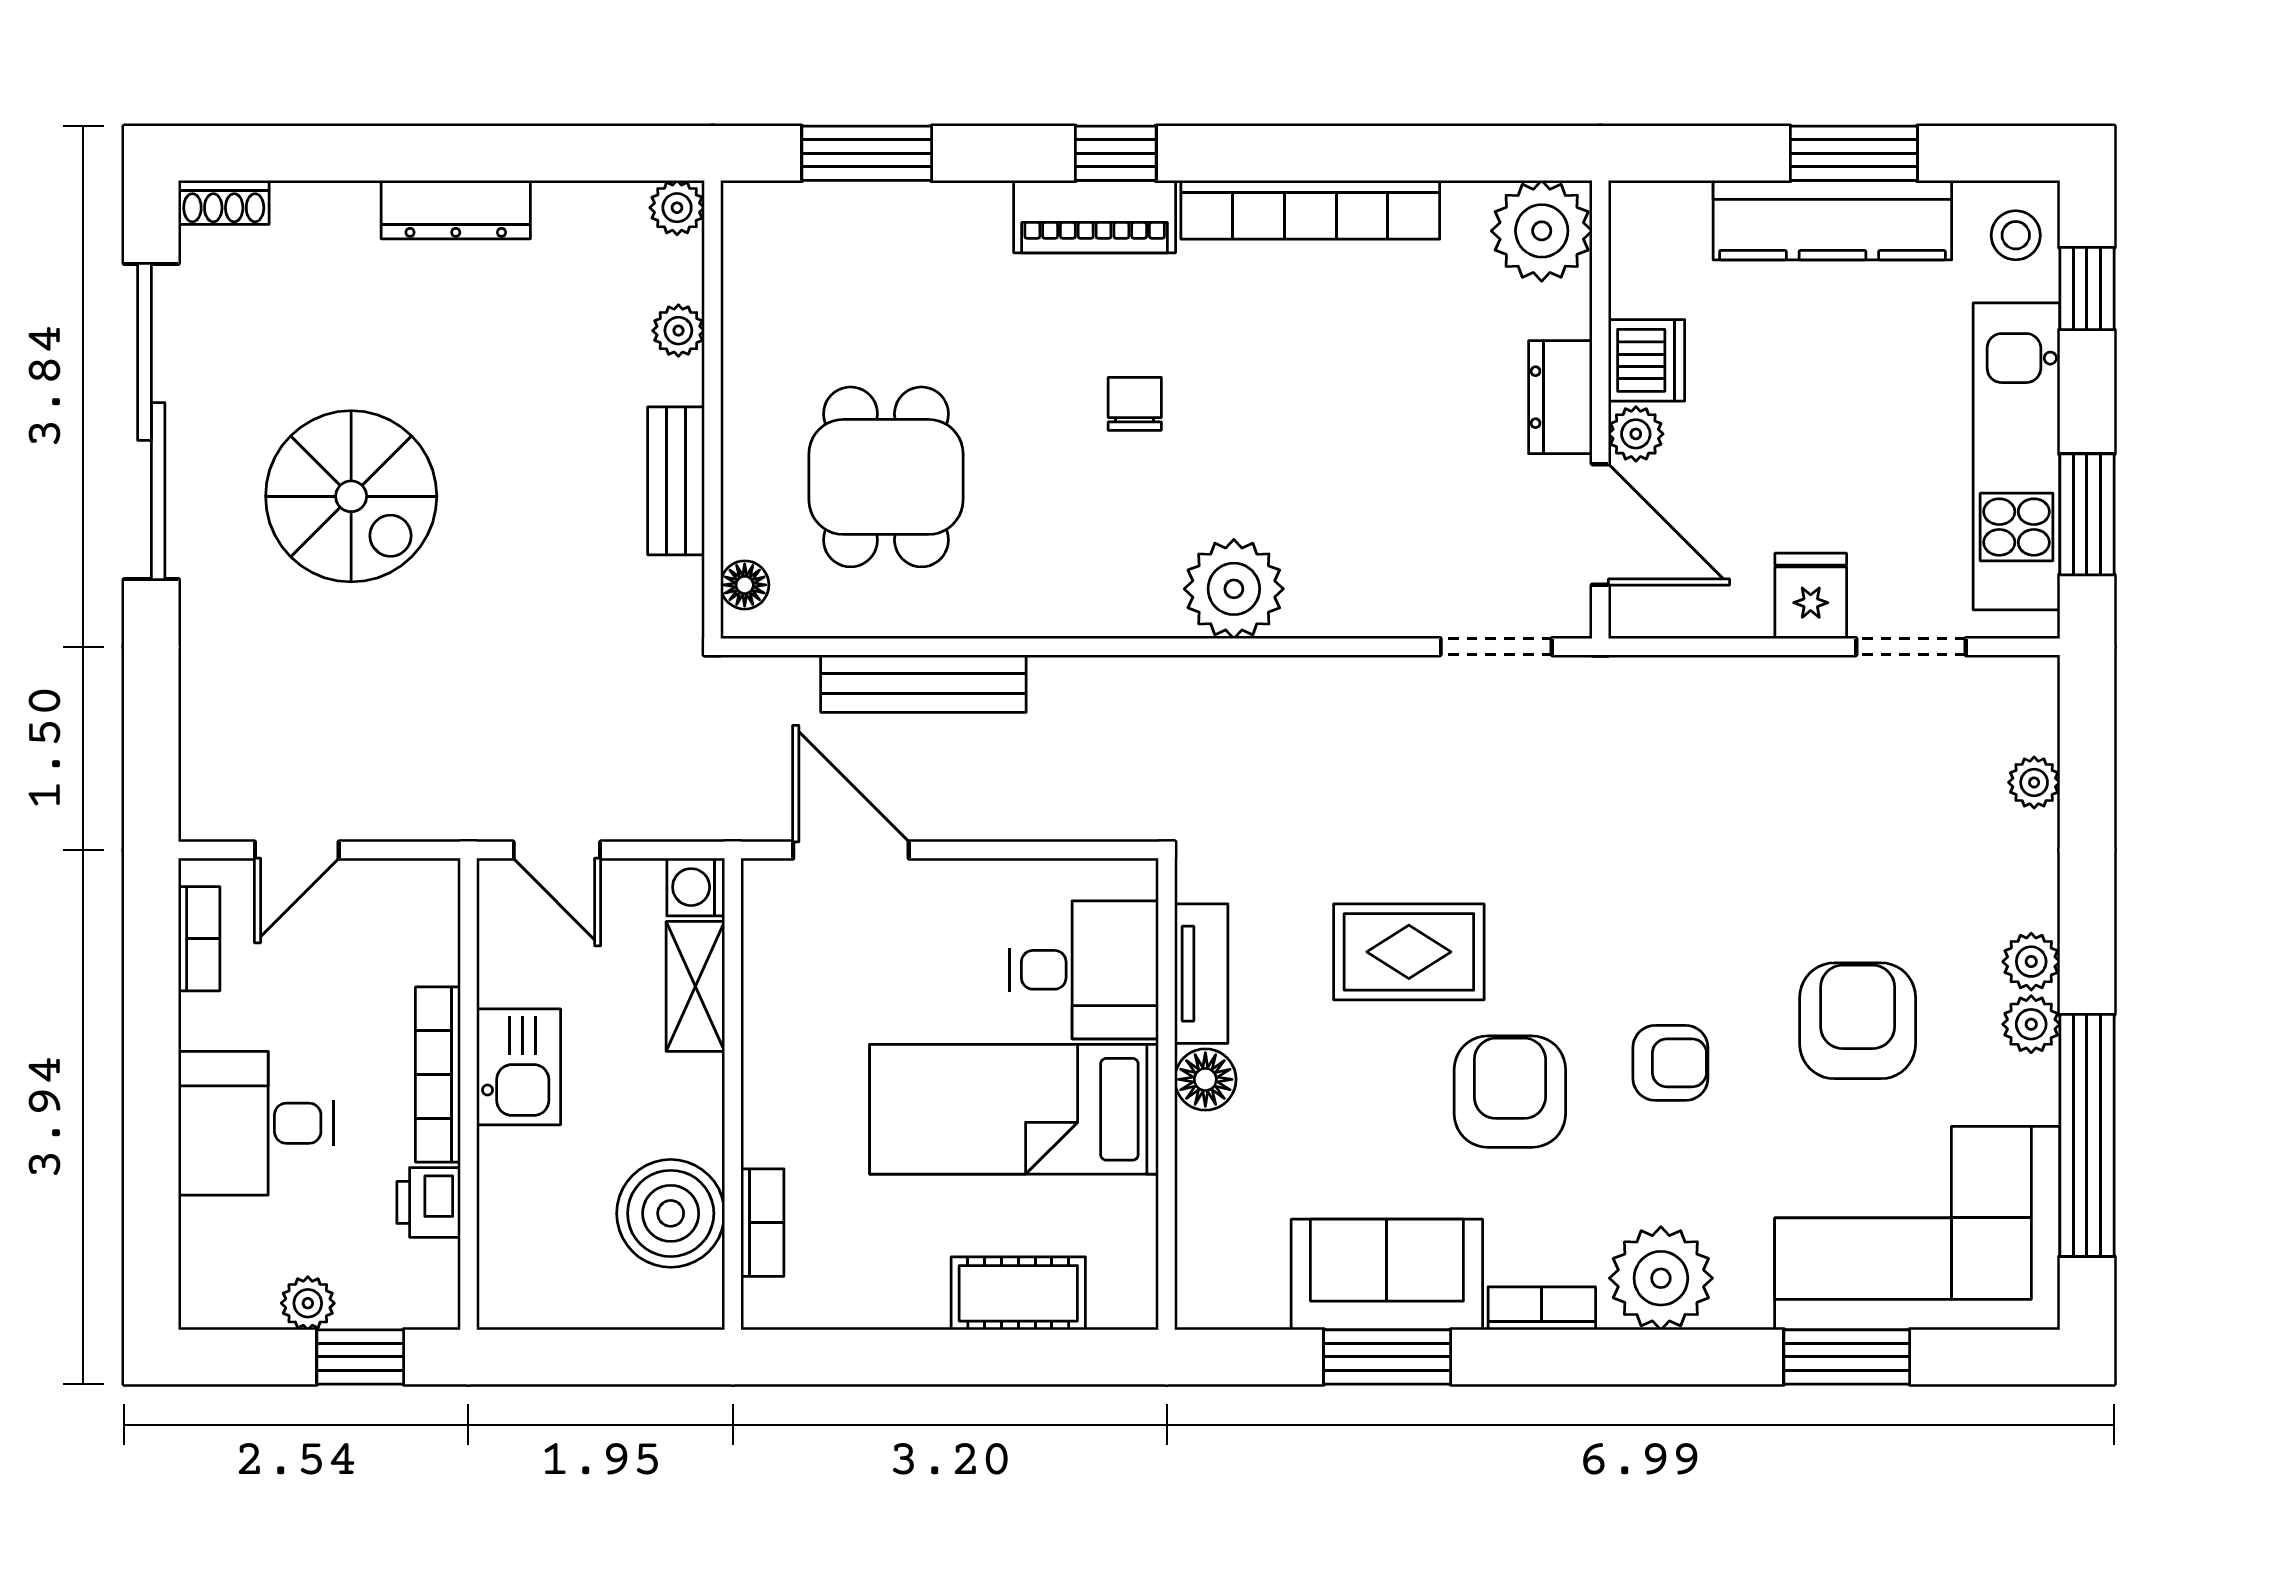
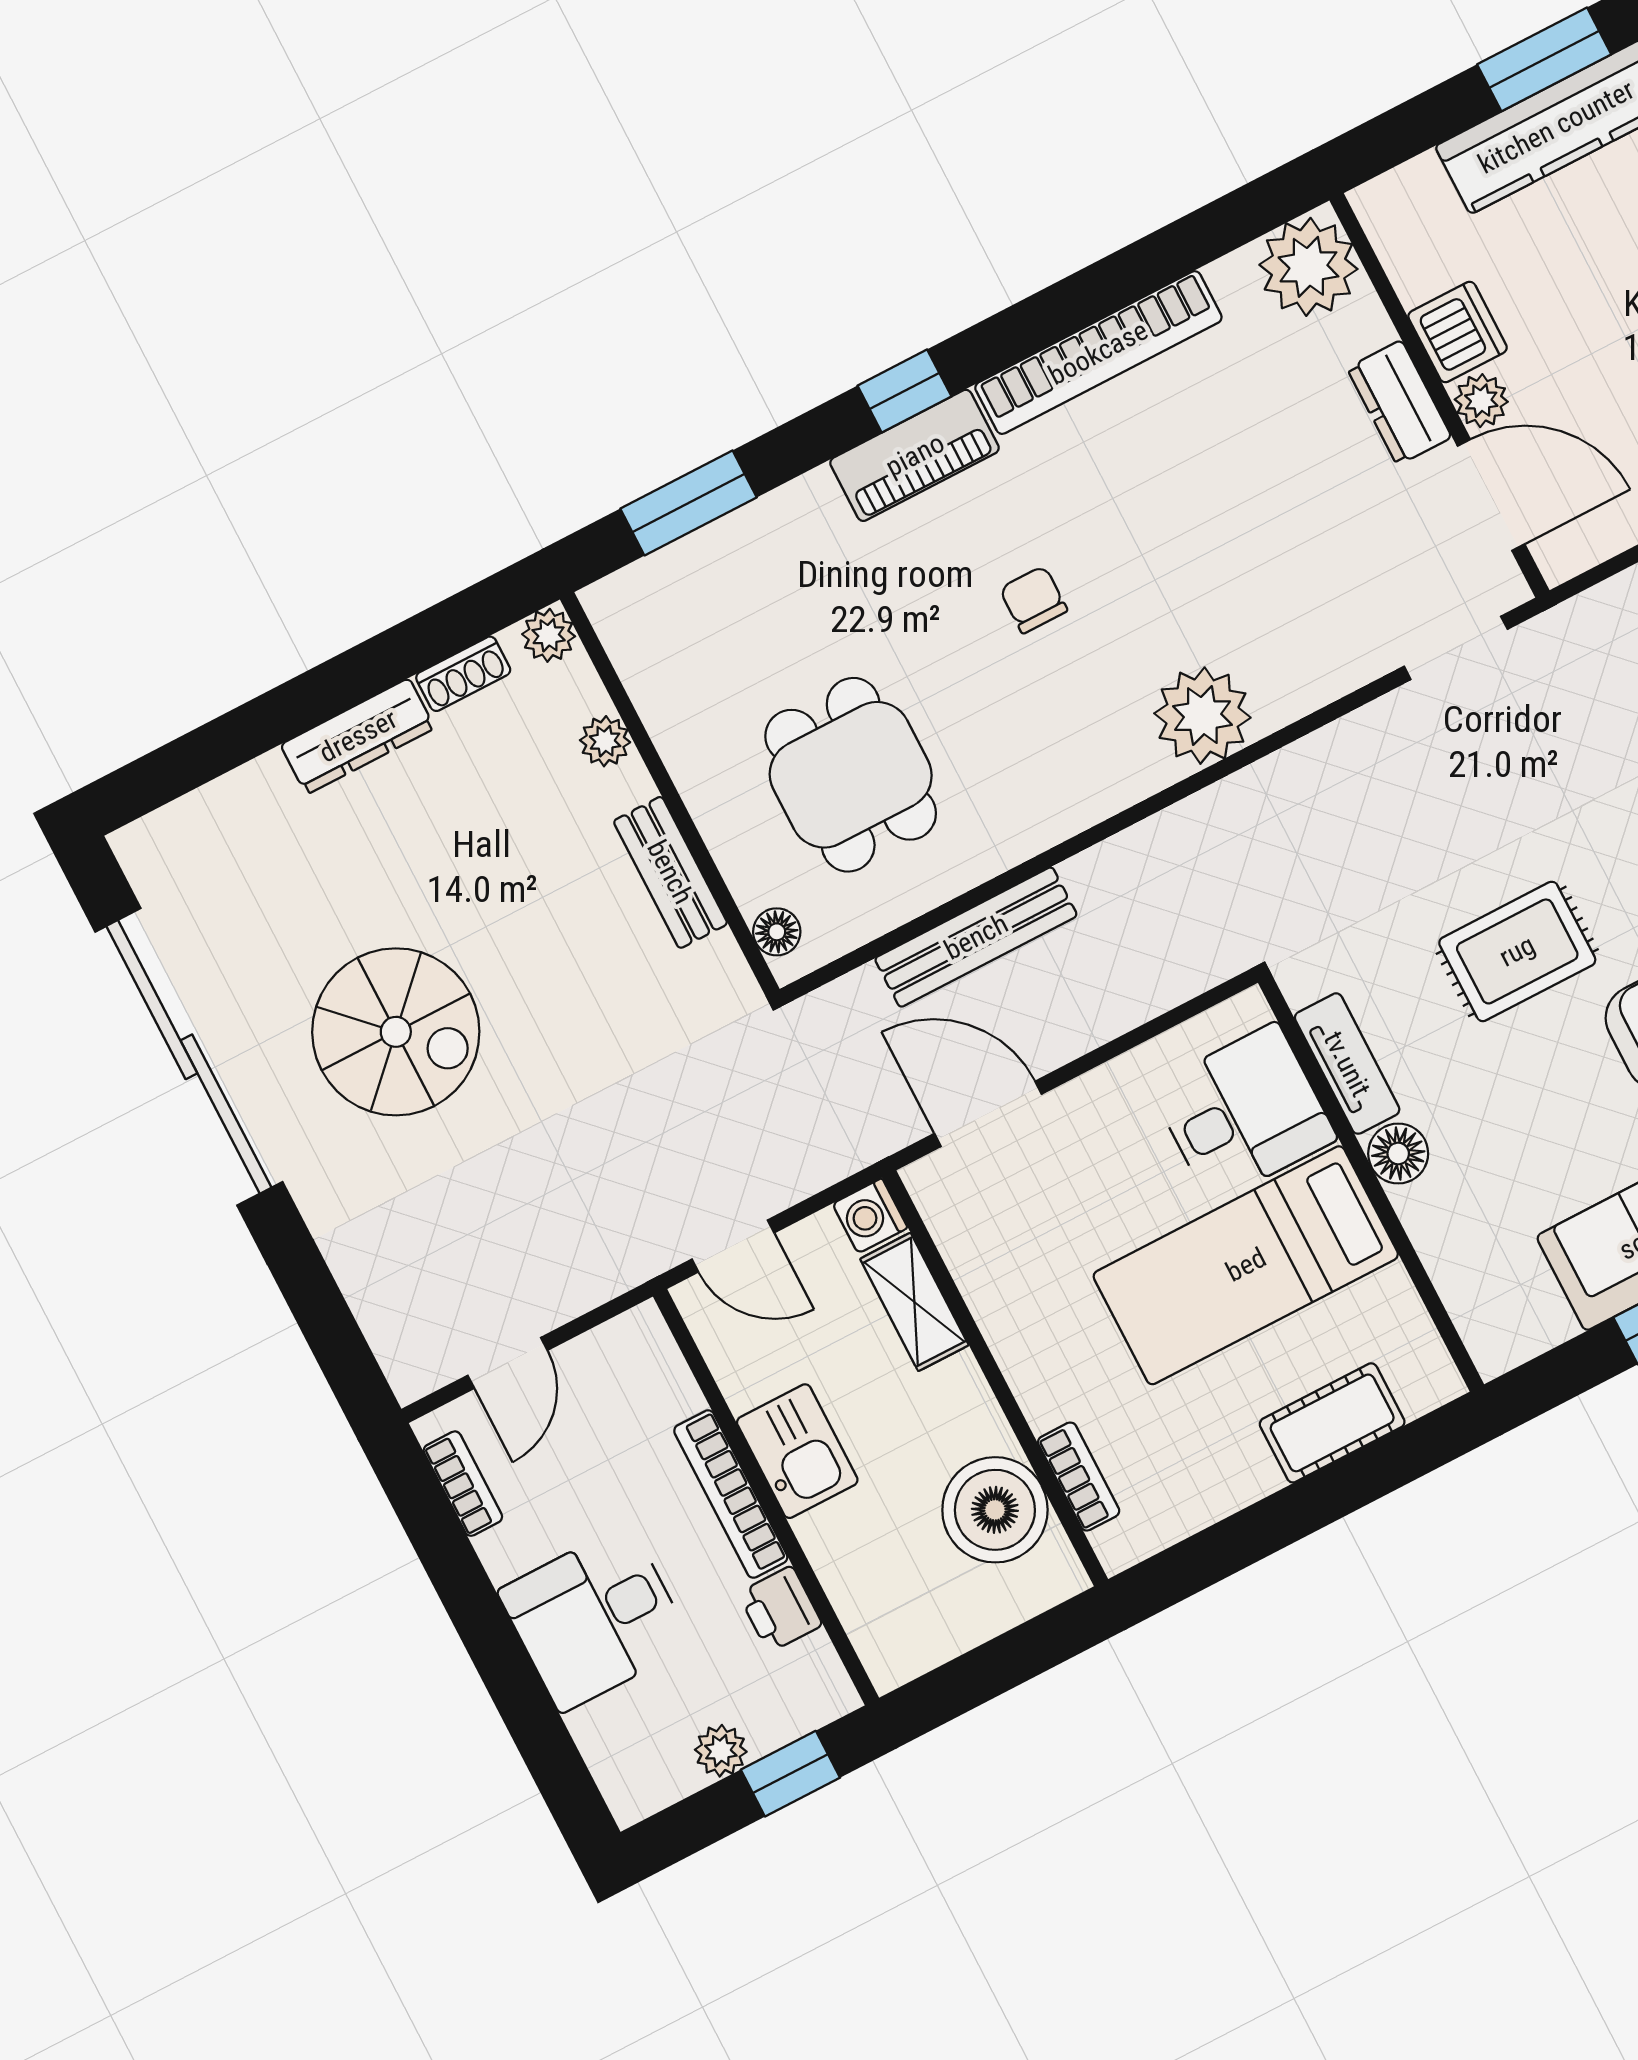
shoe rack: (224, 202) -> (463, 674), moved

